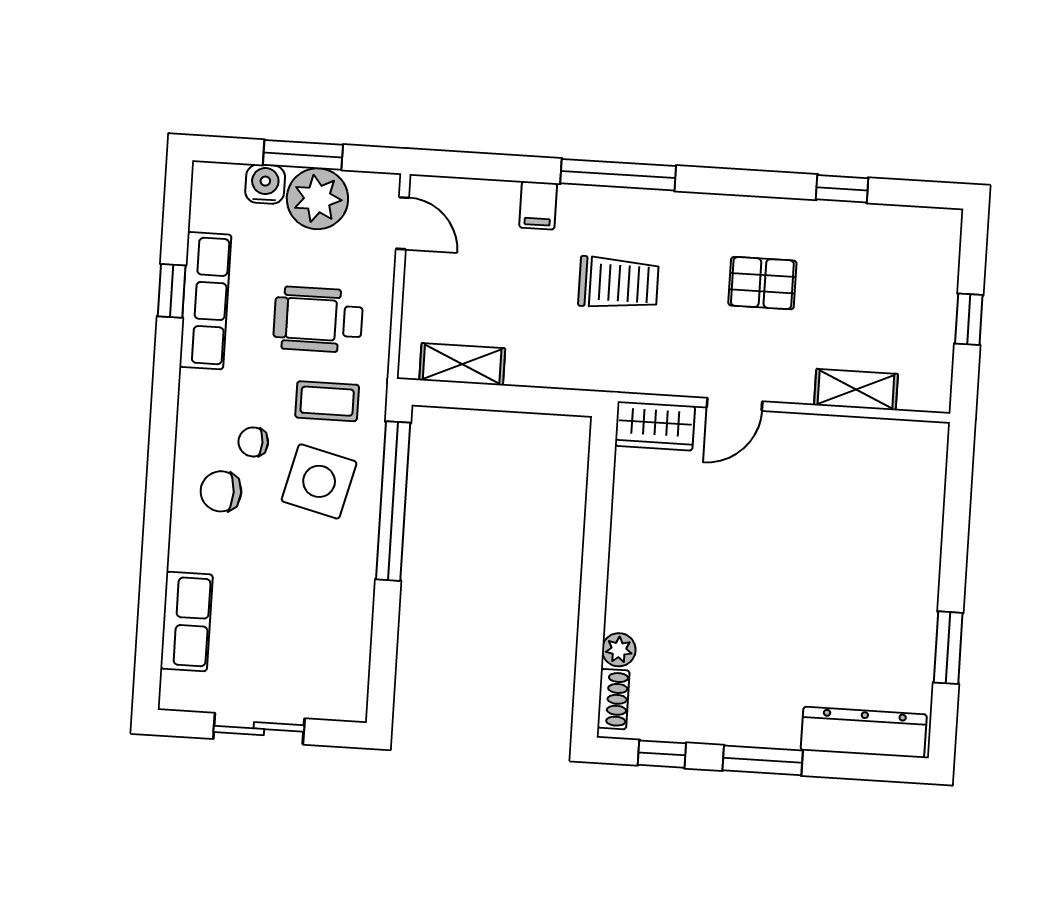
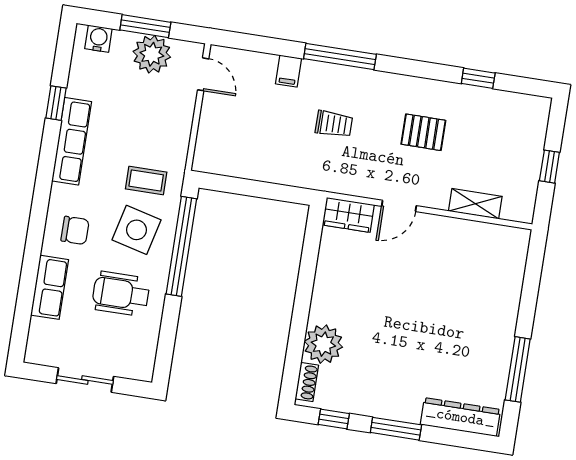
water cooler: (265, 184) -> (98, 39), moved
trolley: (618, 283) -> (334, 124), width x0.73, depth x0.72
row of seats: (205, 301) -> (72, 141), moved
wheelchair: (318, 320) -> (121, 294), moved
shelving: (462, 364) -> (232, 165), removed
chair: (253, 442) -> (98, 202), removed
chair: (221, 491) -> (75, 230), turned 180
row of seats: (186, 622) -> (50, 287), moved
window: (948, 648) -> (518, 369), width x1.44
plant: (619, 650) -> (323, 344), width x1.88, depth x1.88

